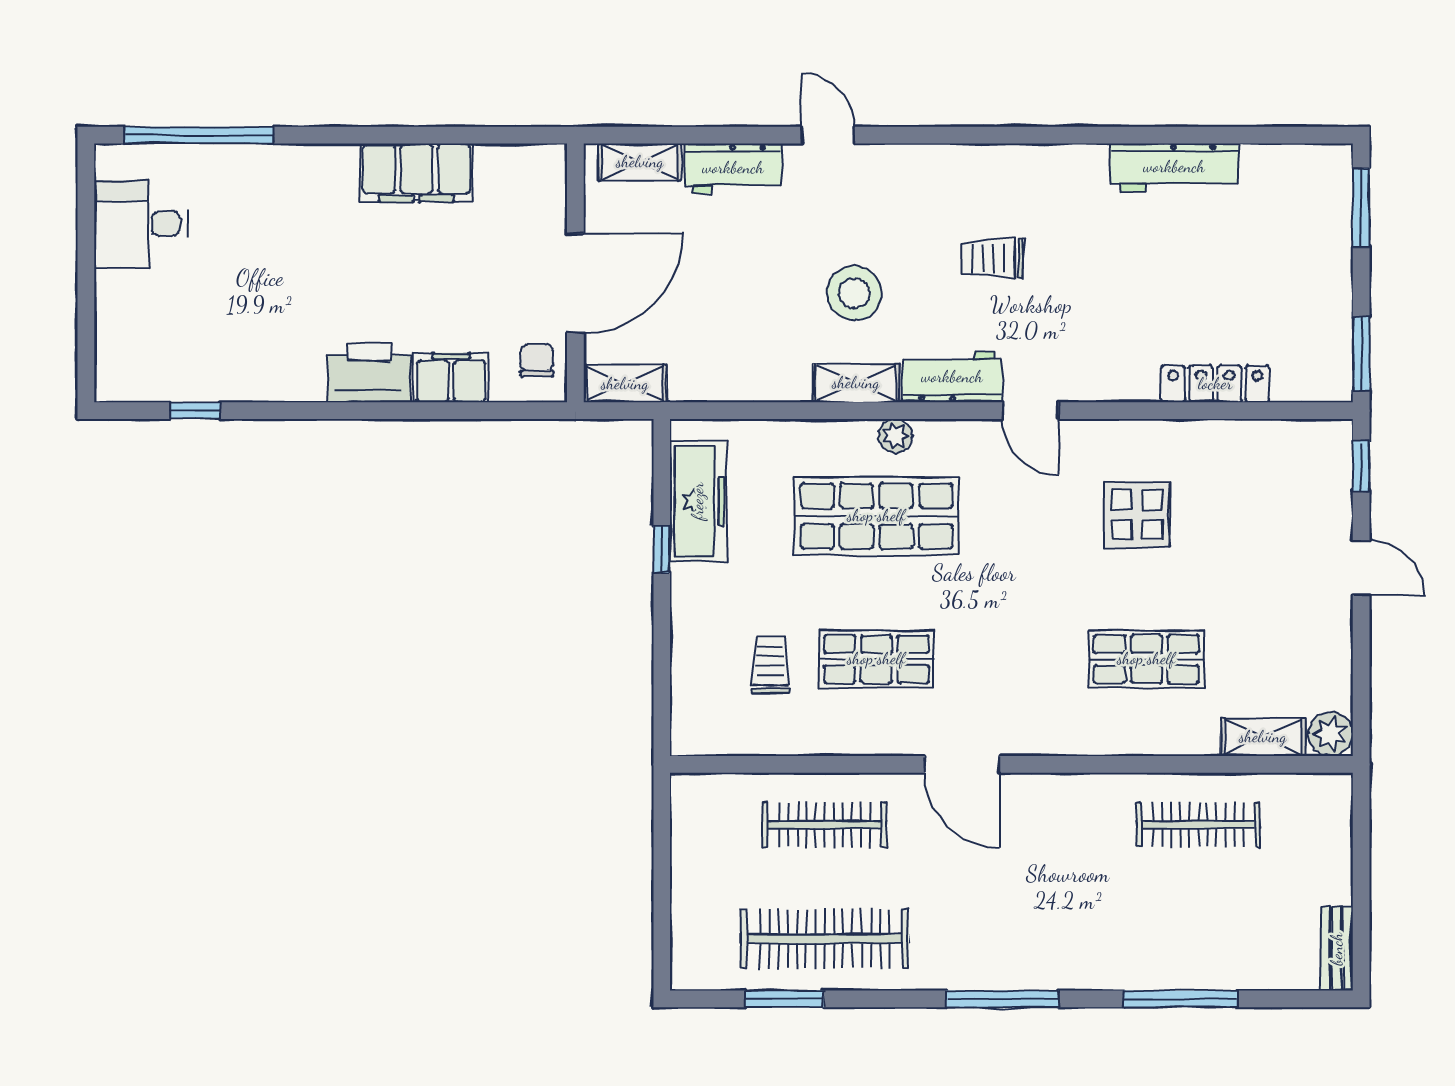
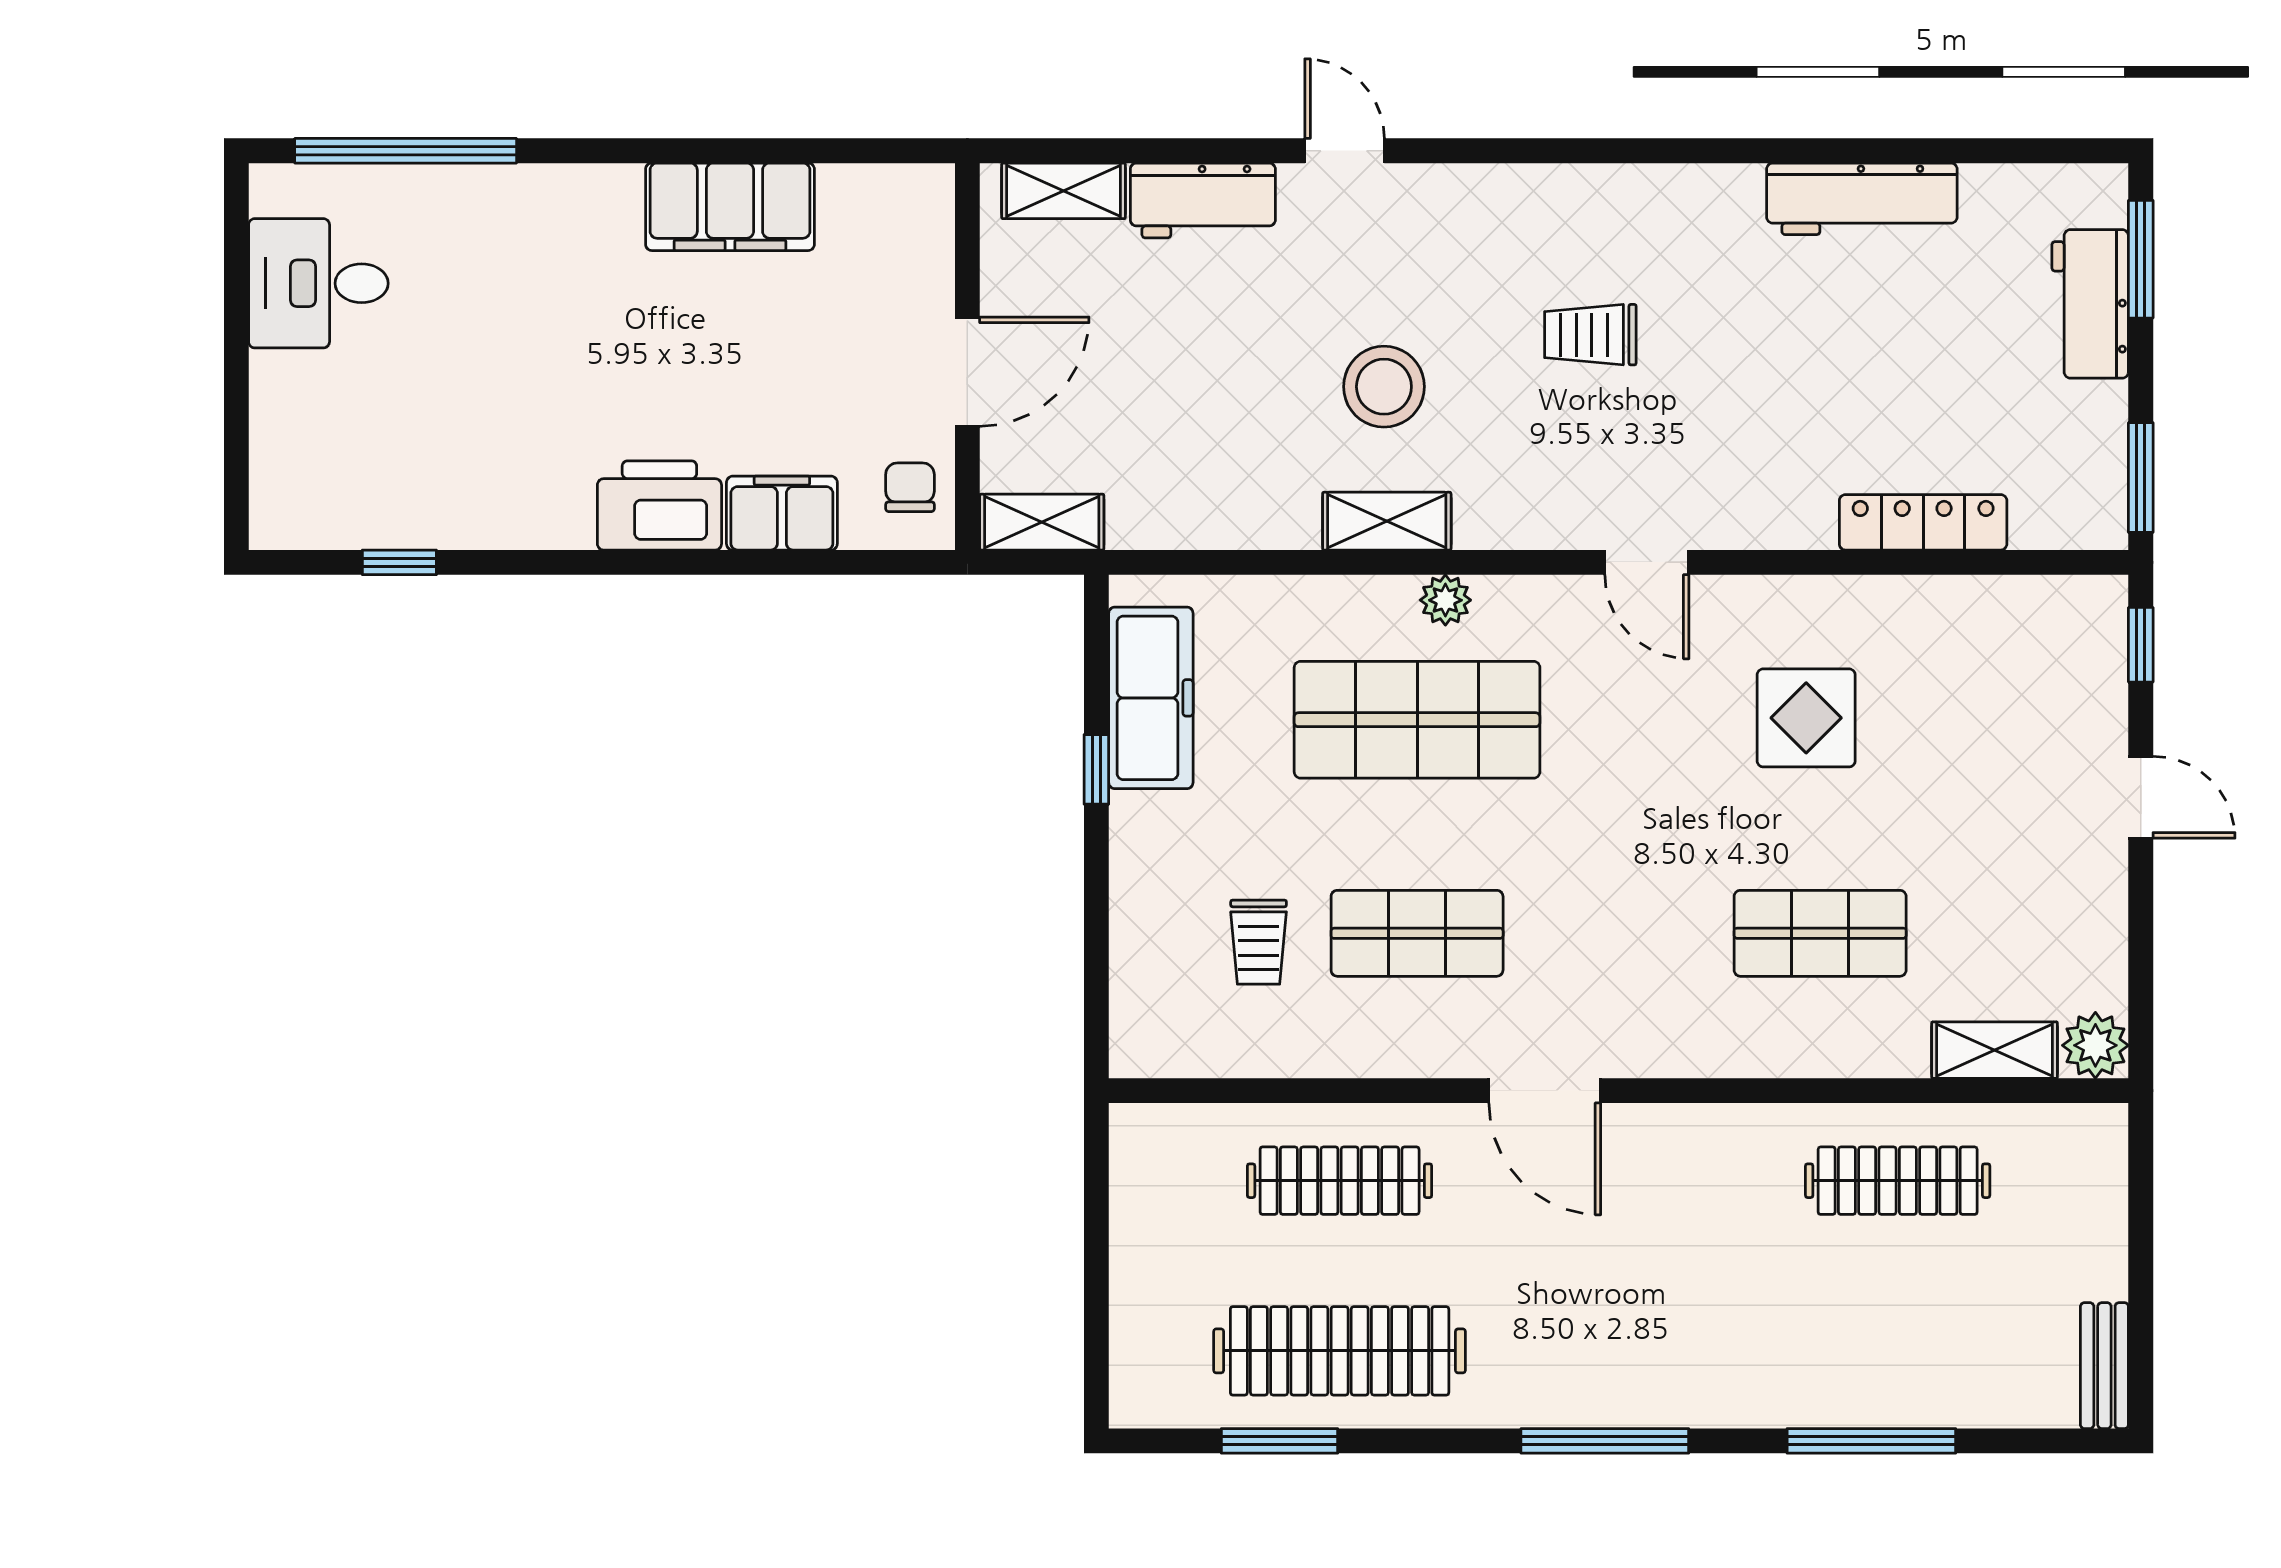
door: (575, 283) -> (967, 372), width x0.73
workbench: (952, 377) -> (2090, 304), moved, turned -90
trolley: (770, 665) -> (1259, 942), turned 180

